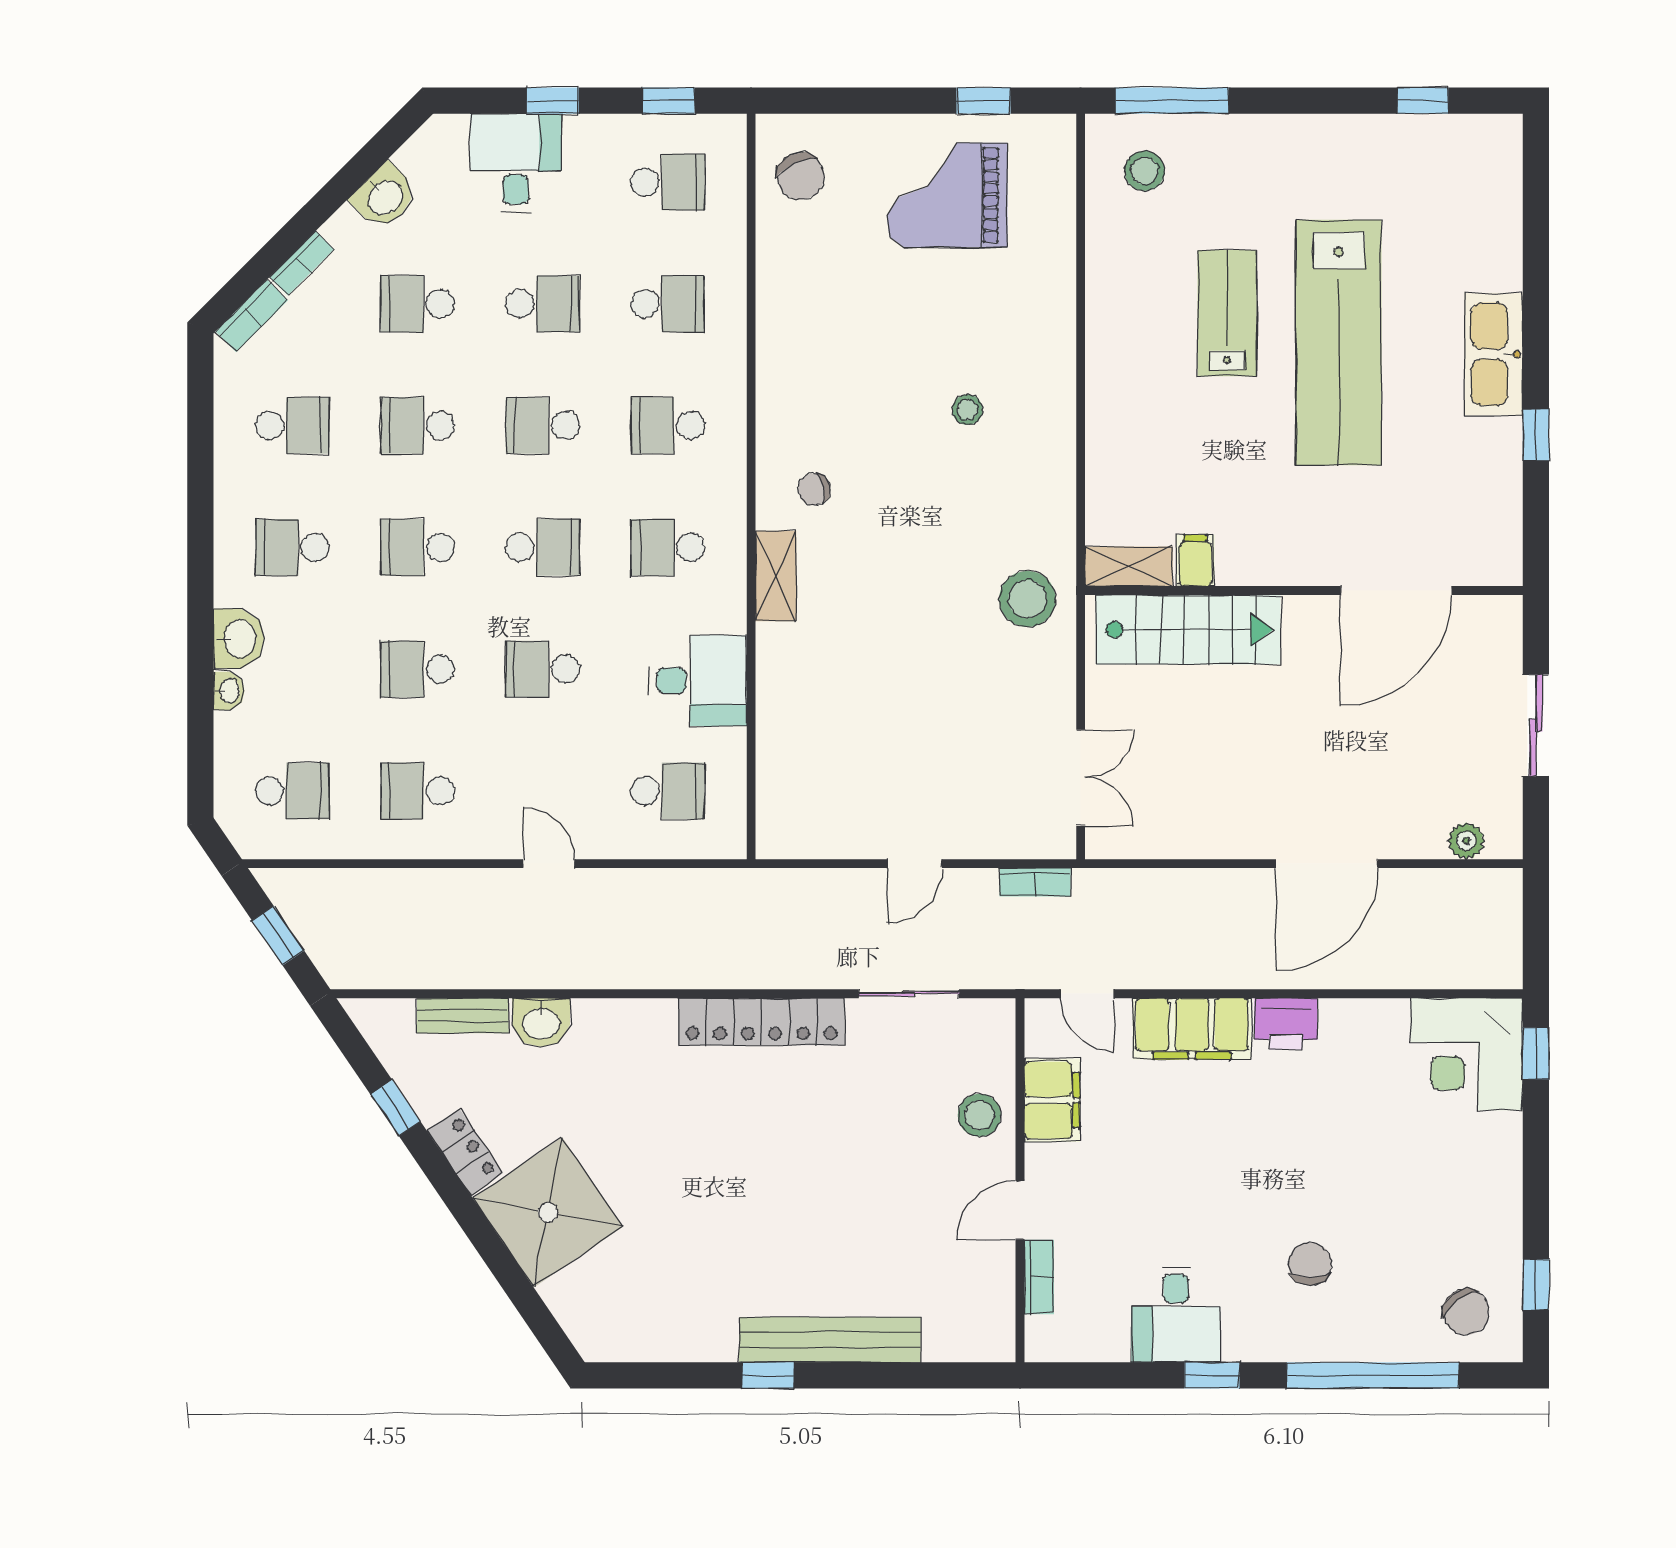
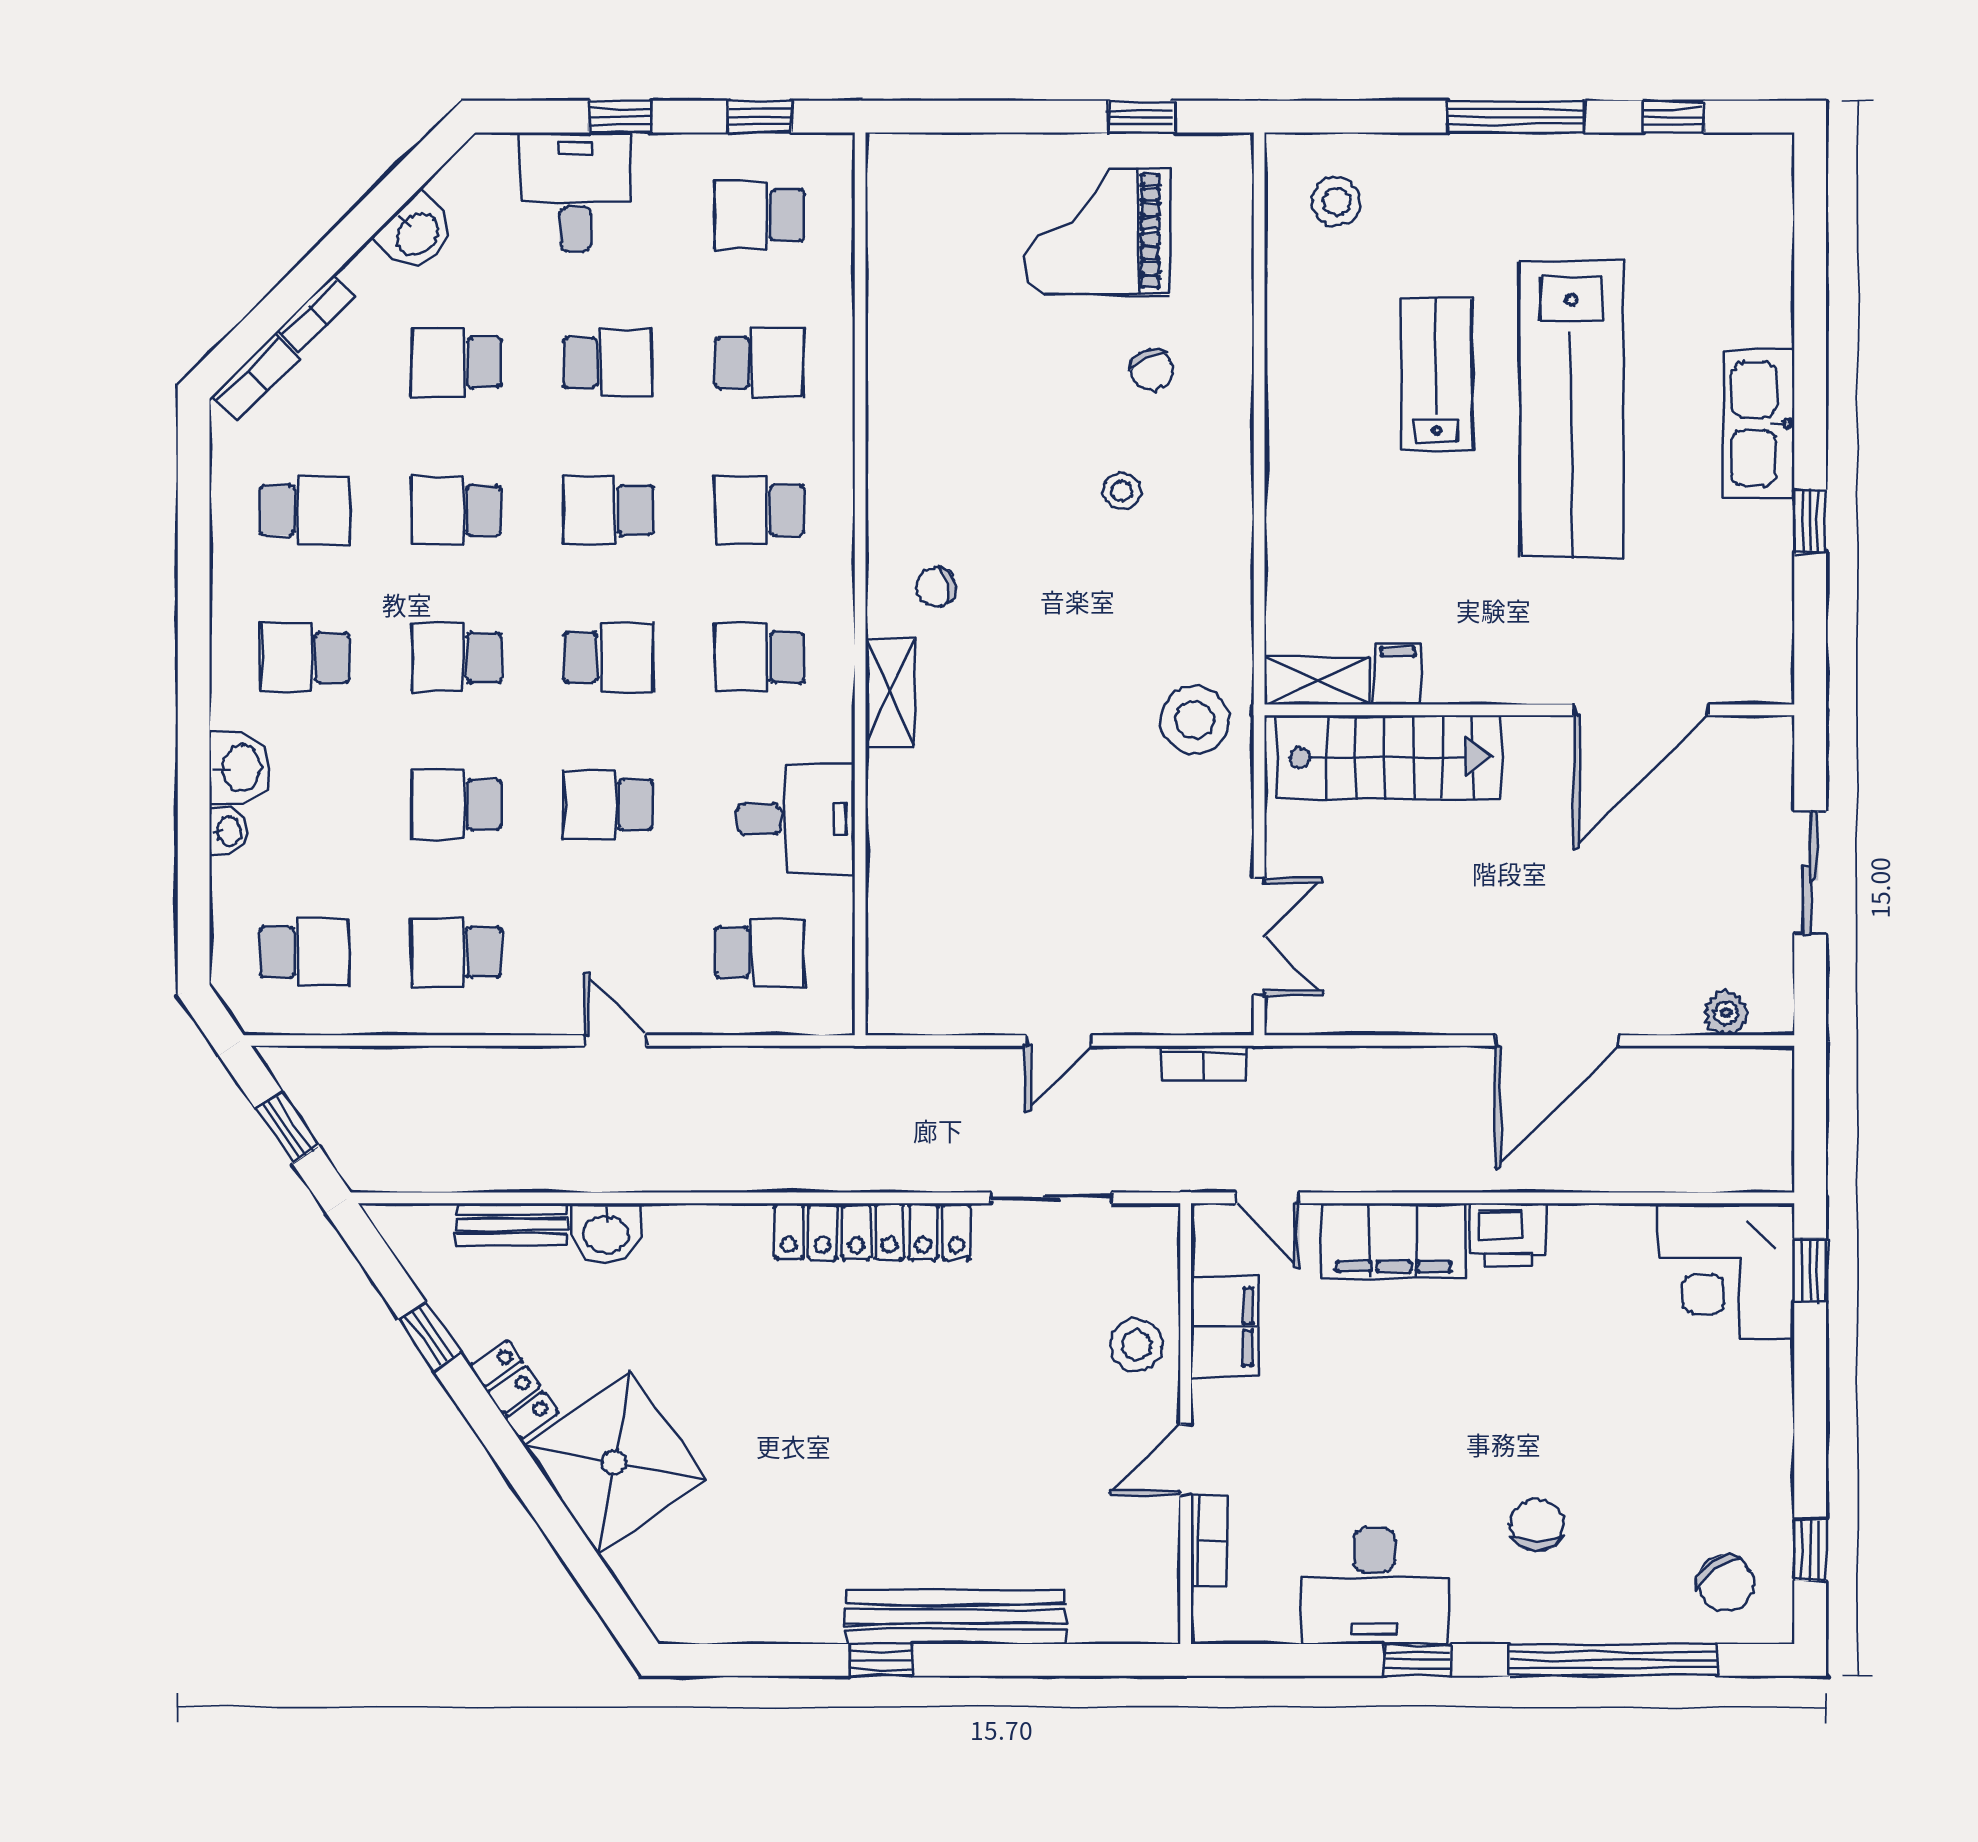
window: (1172, 101) -> (1516, 117), moved
chair: (801, 176) -> (1152, 370), moved, width x0.73, depth x0.73
school desk: (668, 182) -> (759, 215), turned 180
desk: (1176, 1314) -> (1374, 1586), width x1.37

